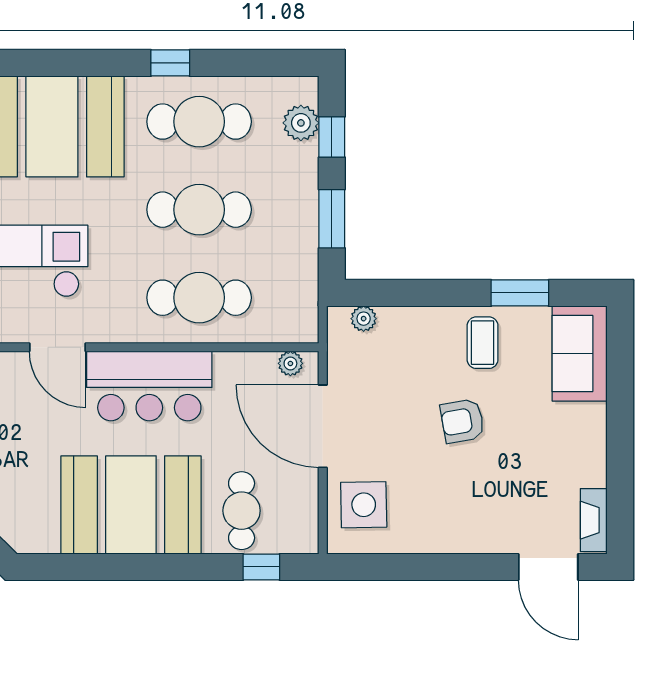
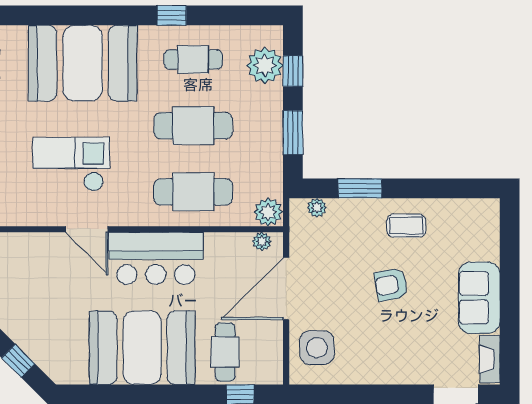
cafe table: (199, 122) -> (193, 60), width x0.73, depth x0.74
plant: (301, 123) -> (265, 65), width x1.36, depth x1.36
window: (520, 293) -> (360, 188), moved
plant: (299, 324) -> (268, 212), added
coffee table: (483, 343) -> (406, 226), turned 90
sofa: (580, 353) -> (479, 298), moved
door: (323, 426) -> (286, 288), hinge flipped

